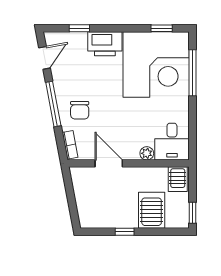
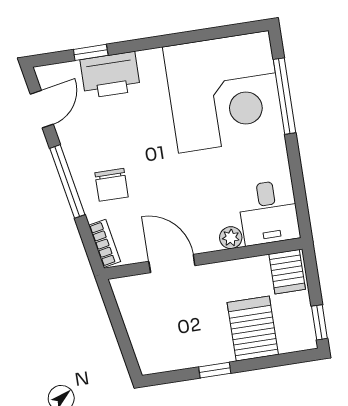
window: (162, 28) -> (223, 32), removed
printer: (105, 44) -> (110, 75), moved

